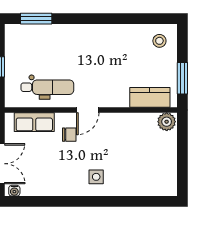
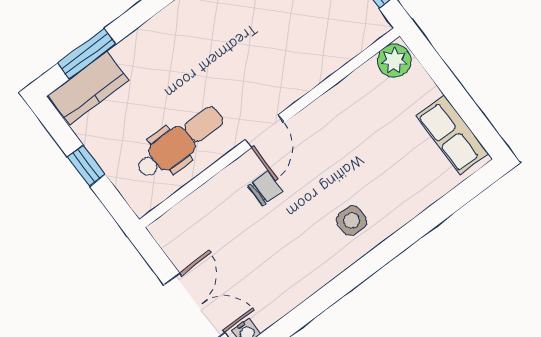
kitchen counter: (150, 97) -> (88, 88), moved, turned 180
row of seats: (34, 122) -> (452, 135), moved, turned 90

